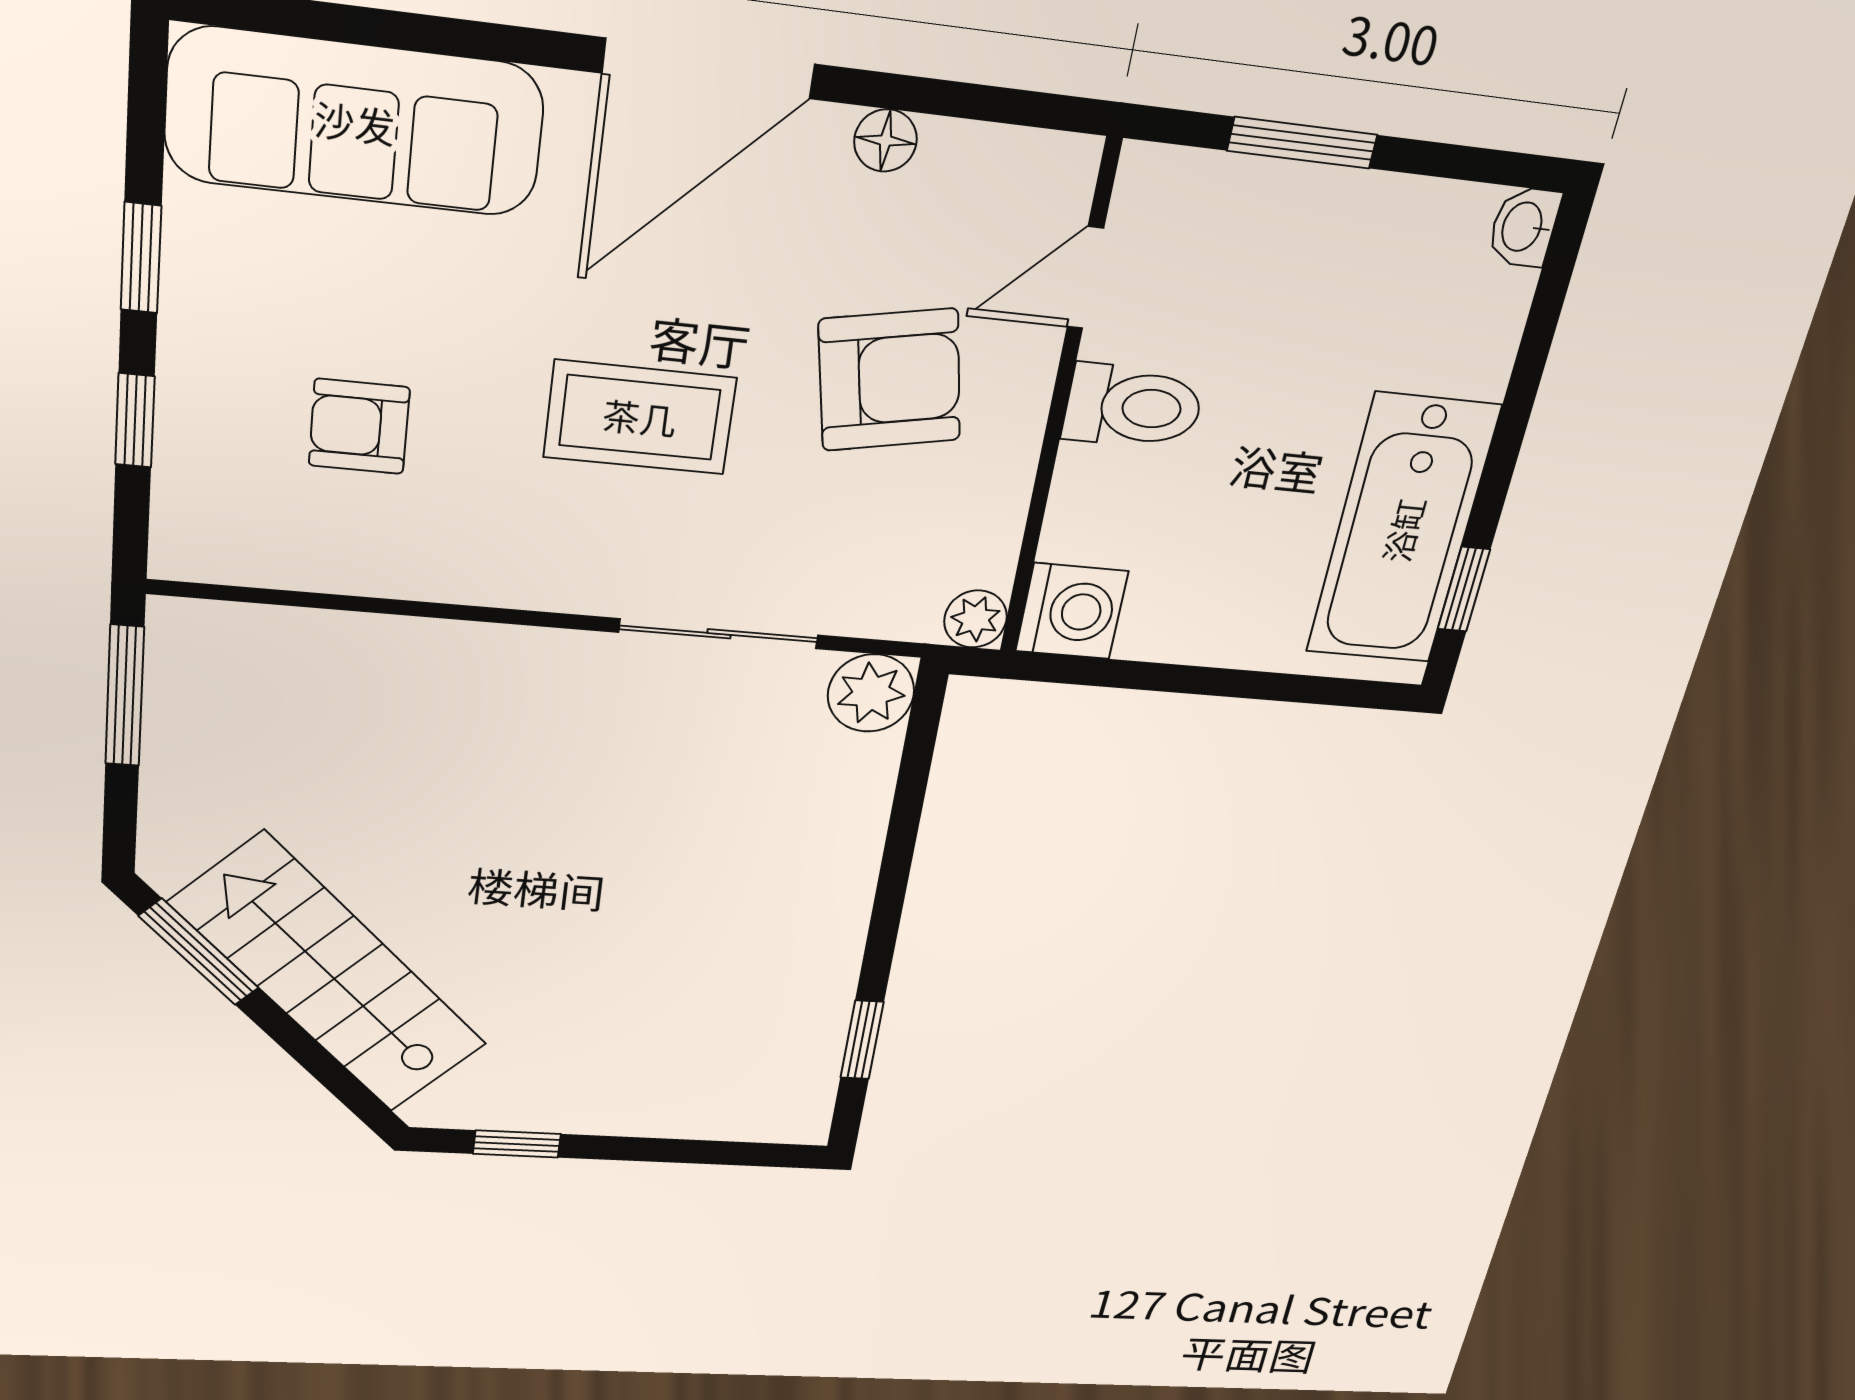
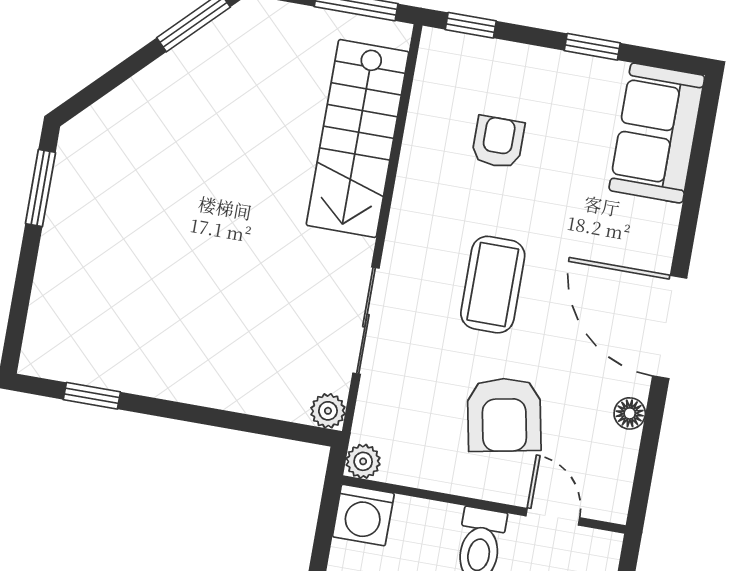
sofa: (355, 122) -> (657, 133), width x0.73
window: (135, 420) -> (471, 25), moved
plant: (871, 693) -> (328, 411), width x0.73, depth x0.73
stairs: (330, 974) -> (358, 138), moved, turned 135
window: (517, 1144) -> (40, 188), width x1.50

